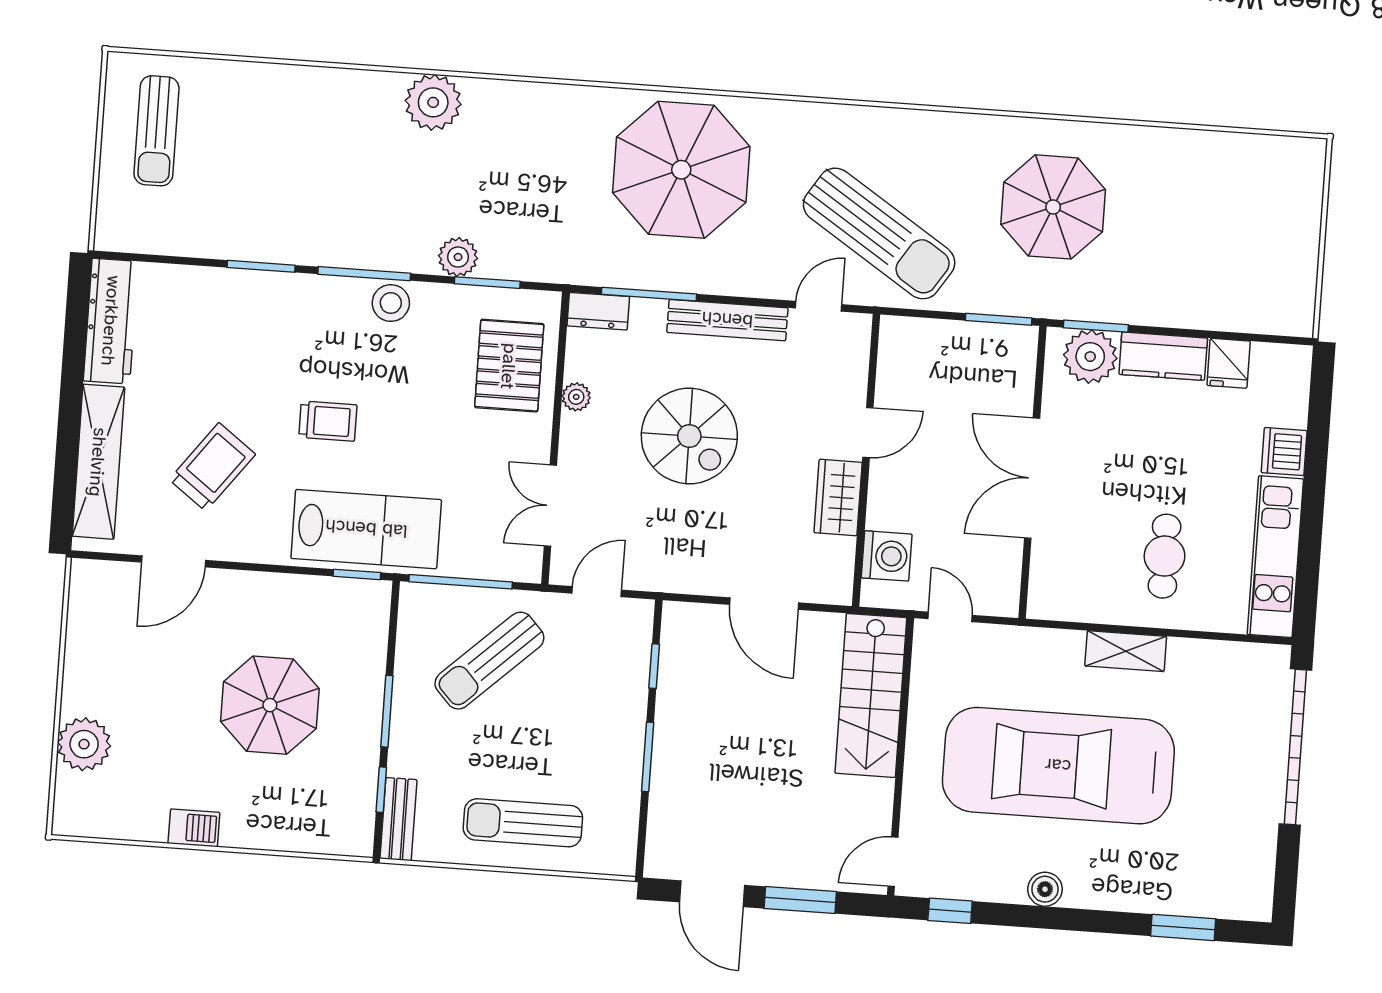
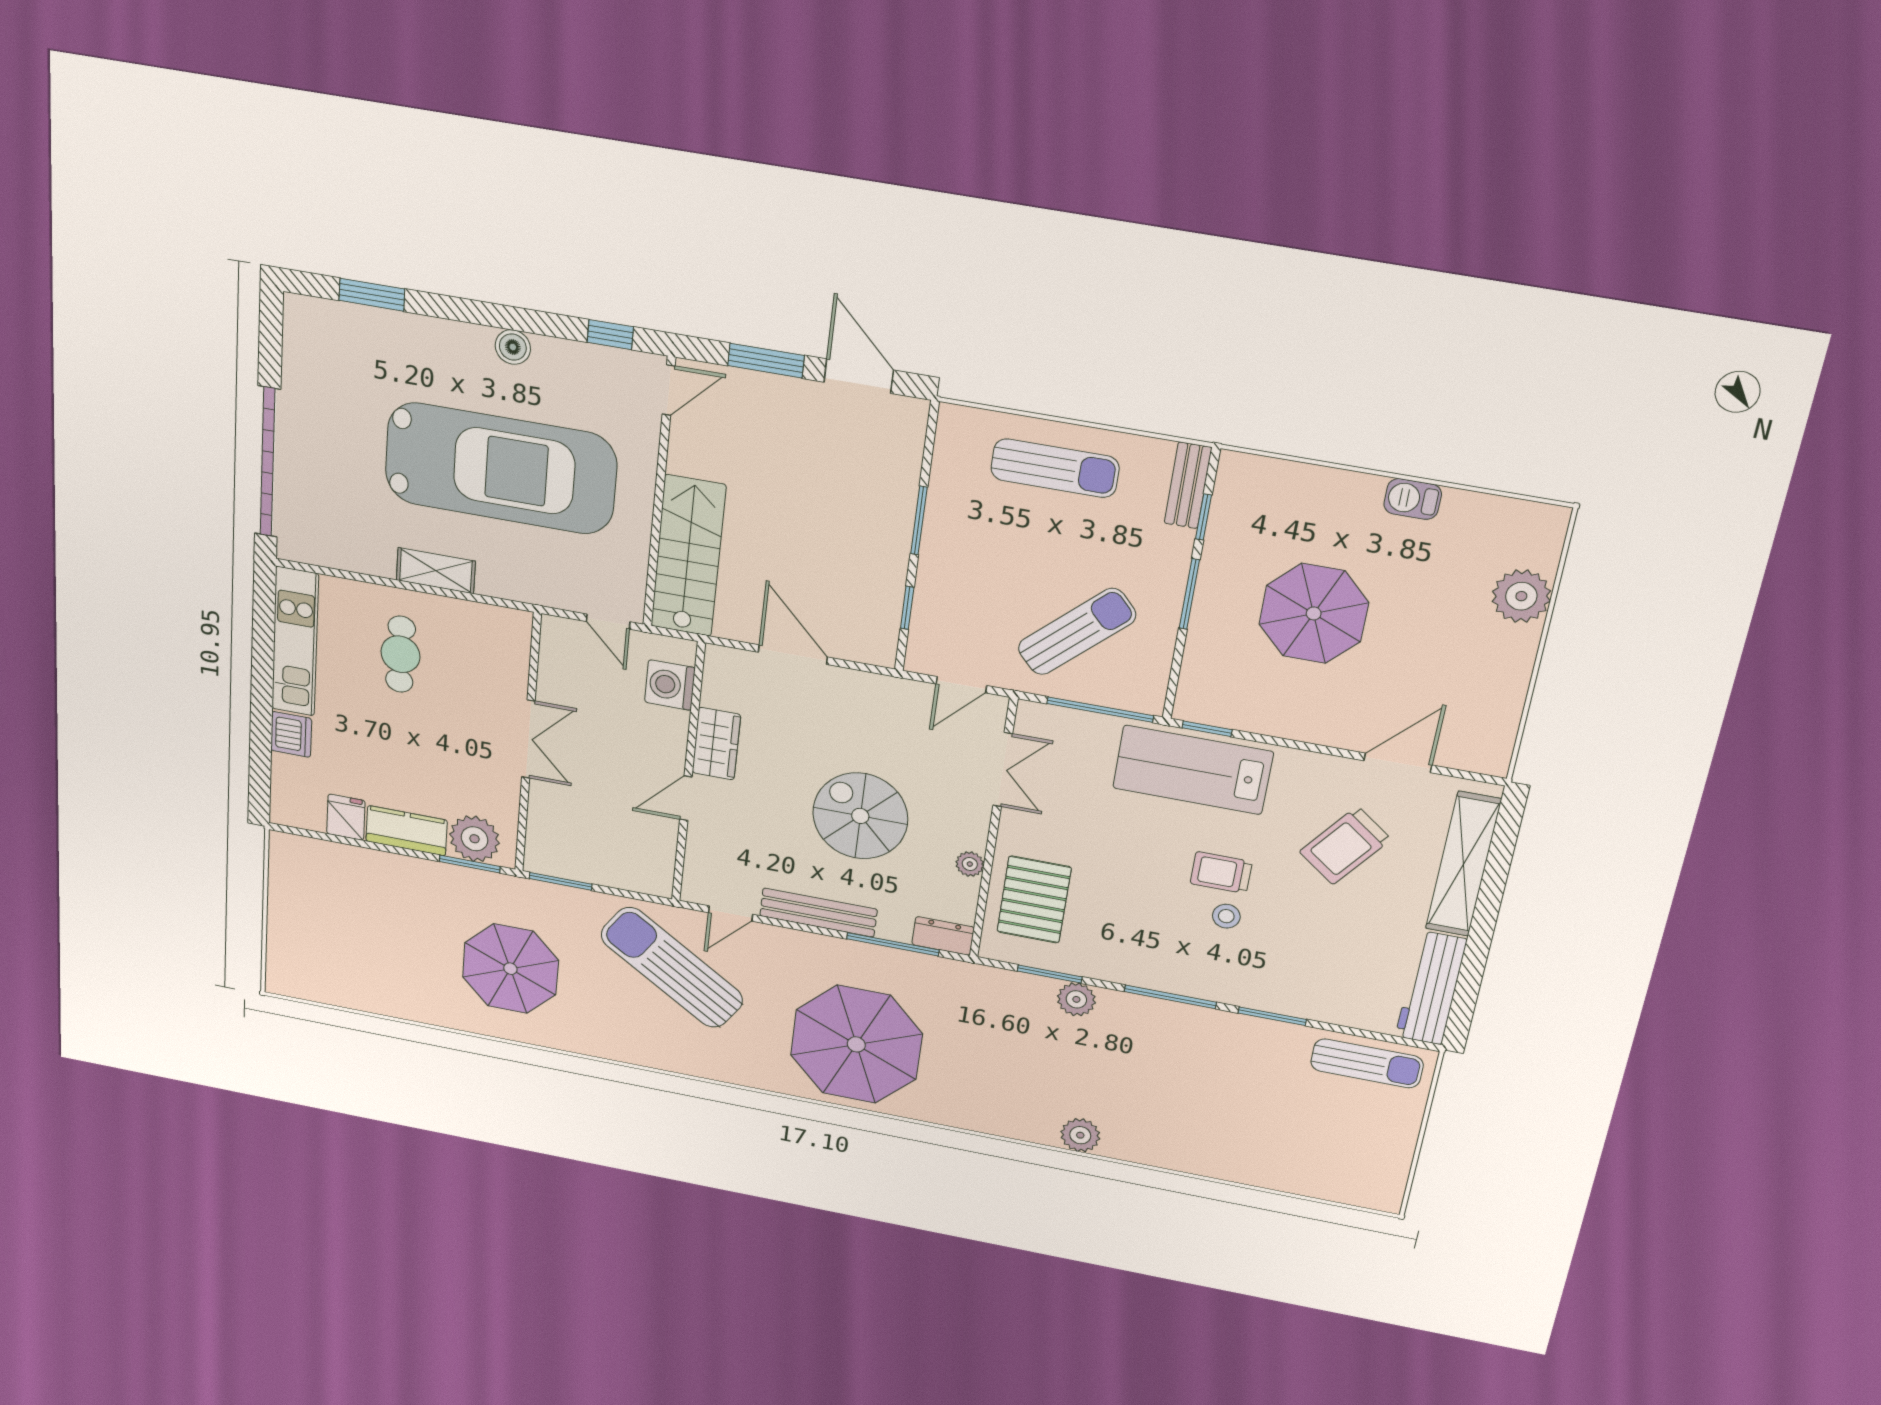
plant: (433, 102) -> (1080, 1135), width x0.73, depth x0.73
sun lounger: (156, 131) -> (1367, 1063), moved, turned 90
stool: (391, 303) -> (1226, 916), moved, width x0.73, depth x0.73
double door: (1032, 478) -> (528, 739), width x0.73

